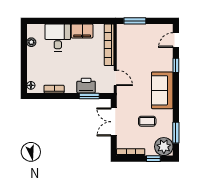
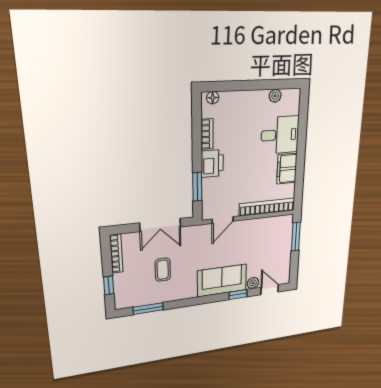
printer: (86, 86) -> (212, 163), moved
sofa: (162, 90) -> (222, 280), moved
double door: (114, 122) -> (160, 225), swing flipped
plant: (164, 147) -> (253, 283), moved, width x0.53, depth x0.53

